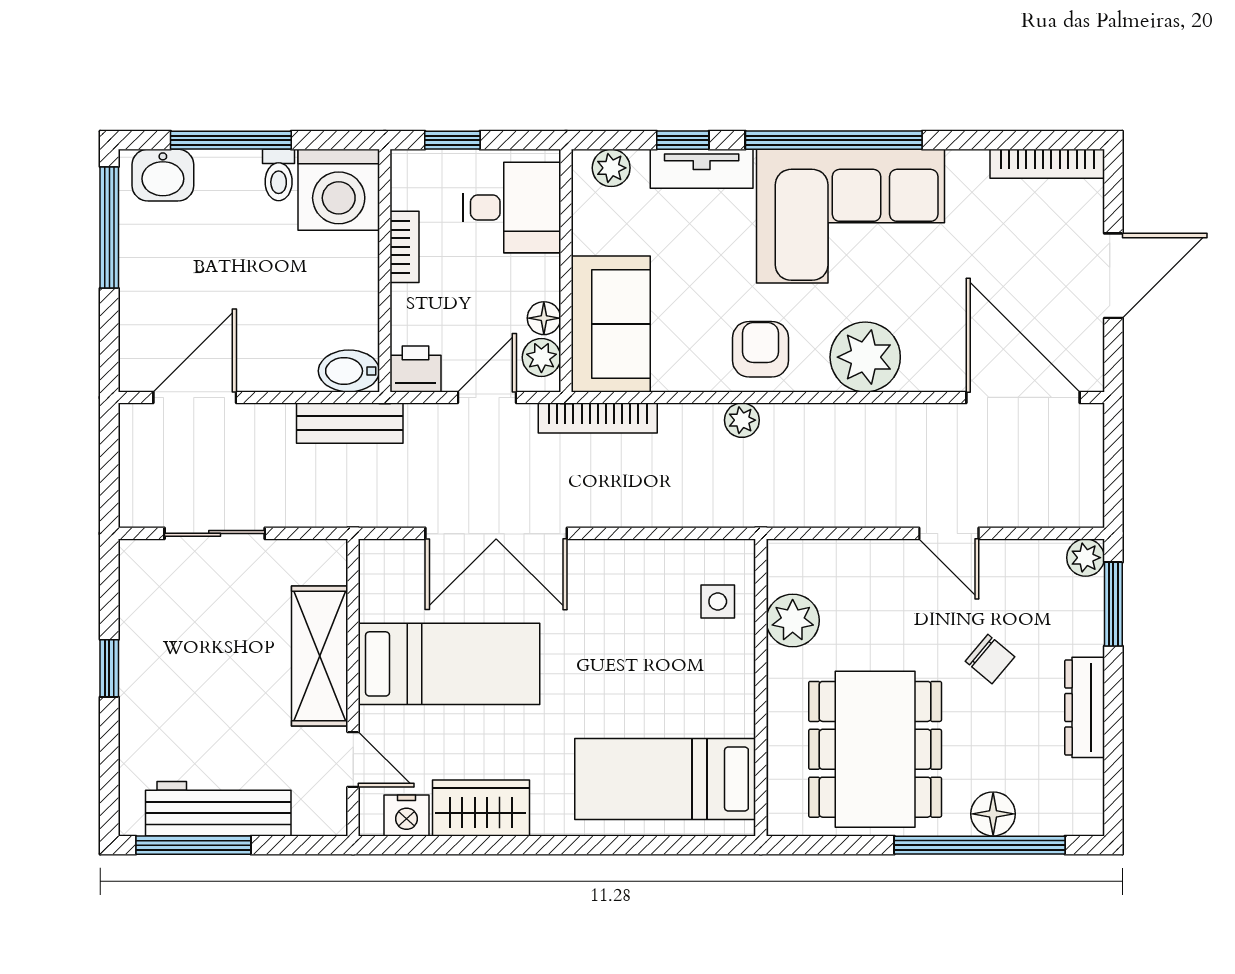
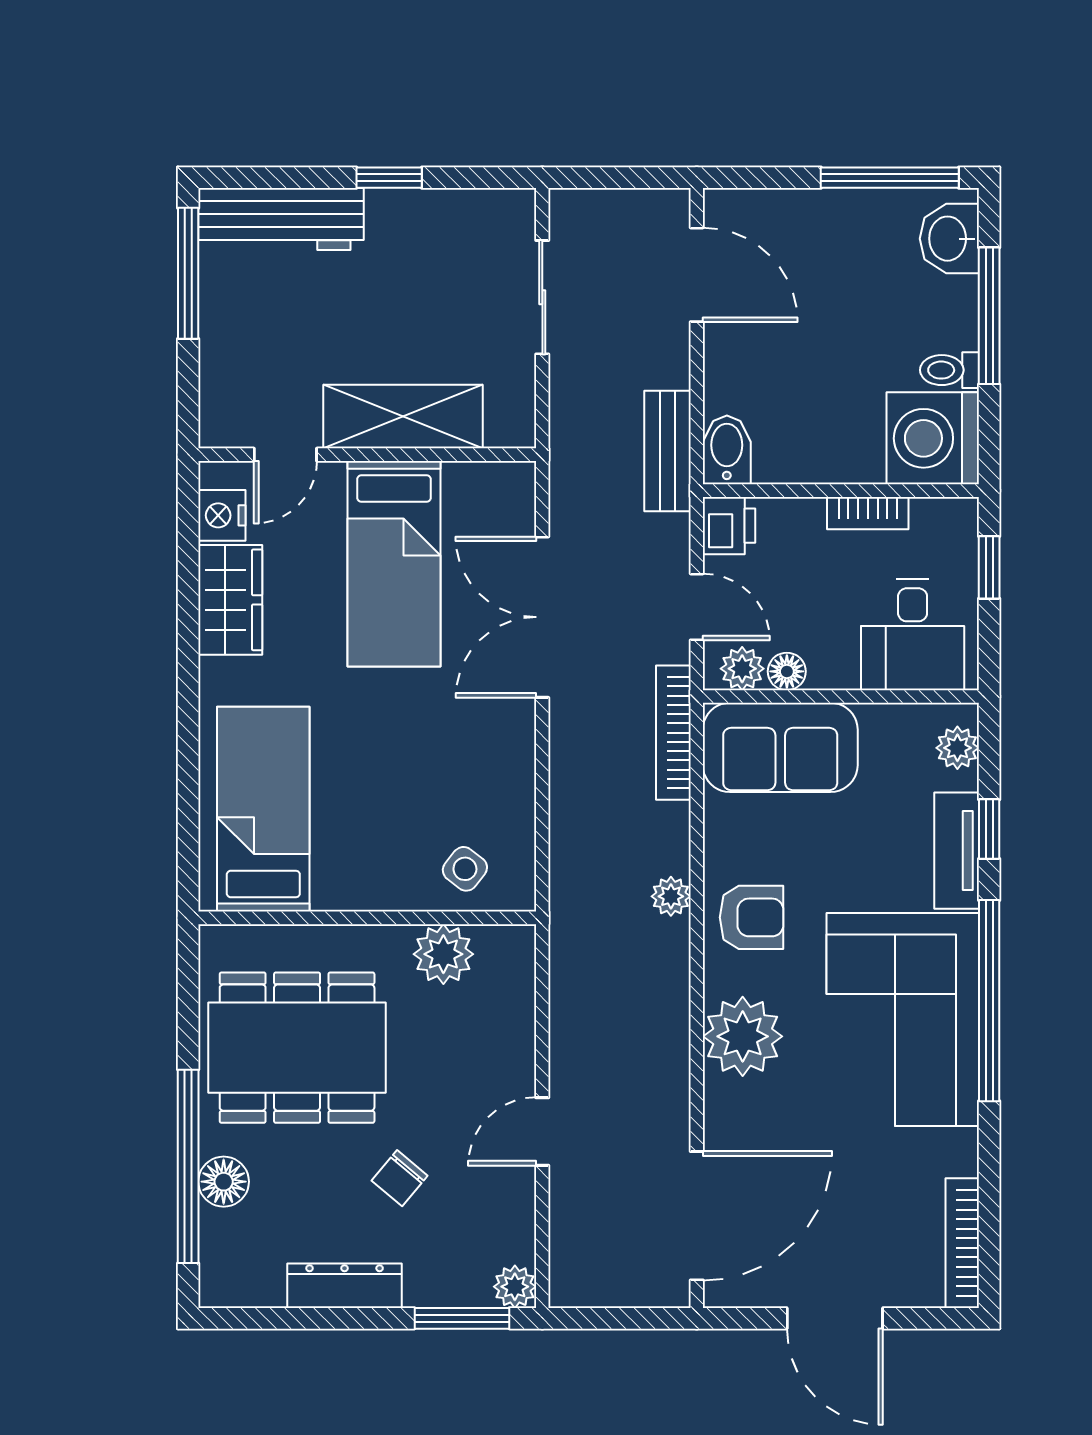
side table: (718, 602) -> (465, 869), turned 38
workbench: (218, 809) -> (281, 219), moved, turned 90

